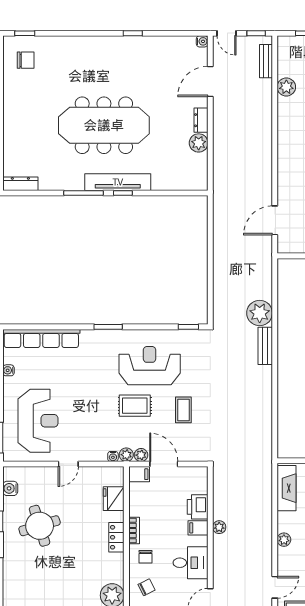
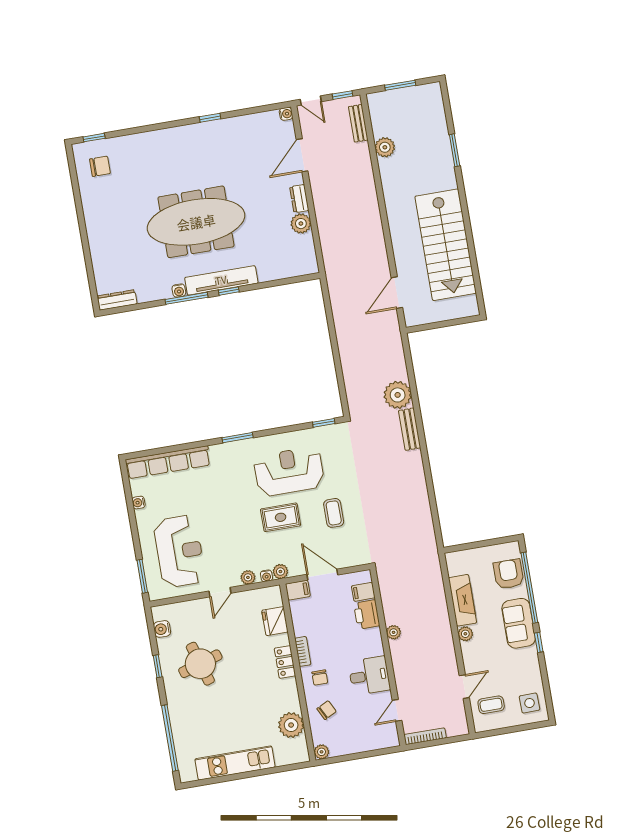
water cooler: (78, 185) -> (179, 290), added
plant: (141, 455) -> (248, 577), moved
fireplace: (287, 488) -> (463, 600), moved
filing cabinet: (198, 528) -> (363, 592), moved

